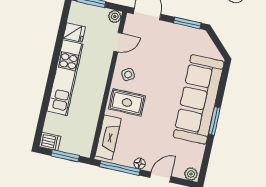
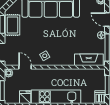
rug: (127, 102) -> (12, 25), moved

